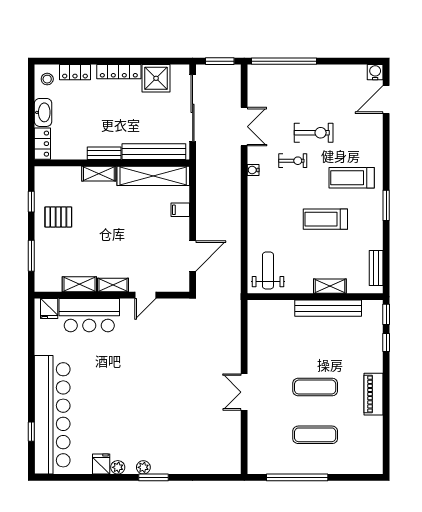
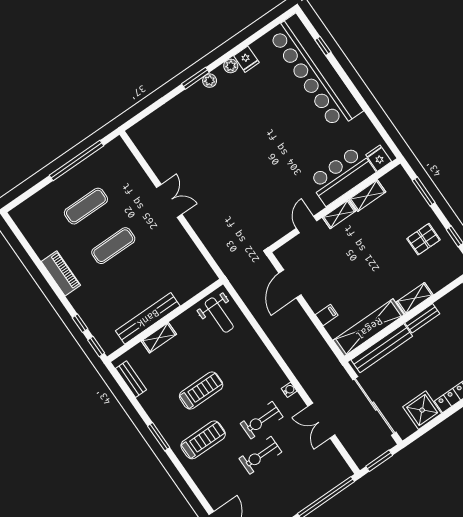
exercise bike: (293, 161) -> (262, 420), width x1.38, depth x1.39

